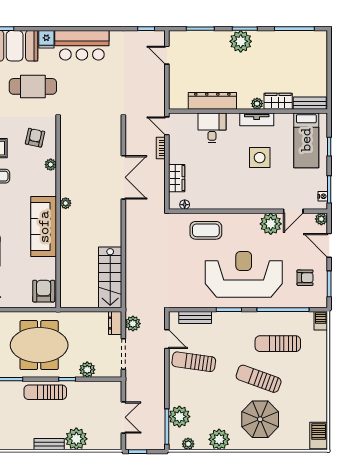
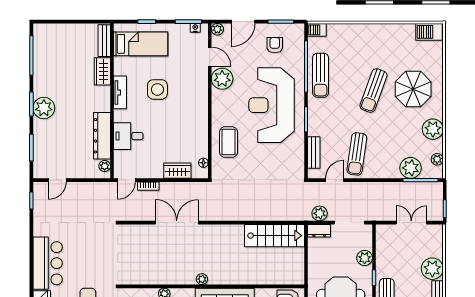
plant: (257, 104) -> (105, 166), moved
sun lounger: (278, 344) -> (321, 75), moved

